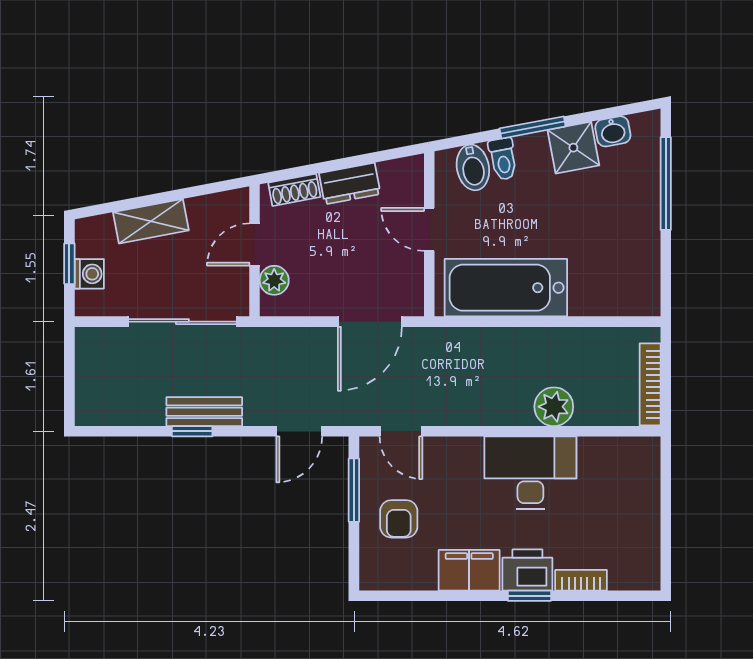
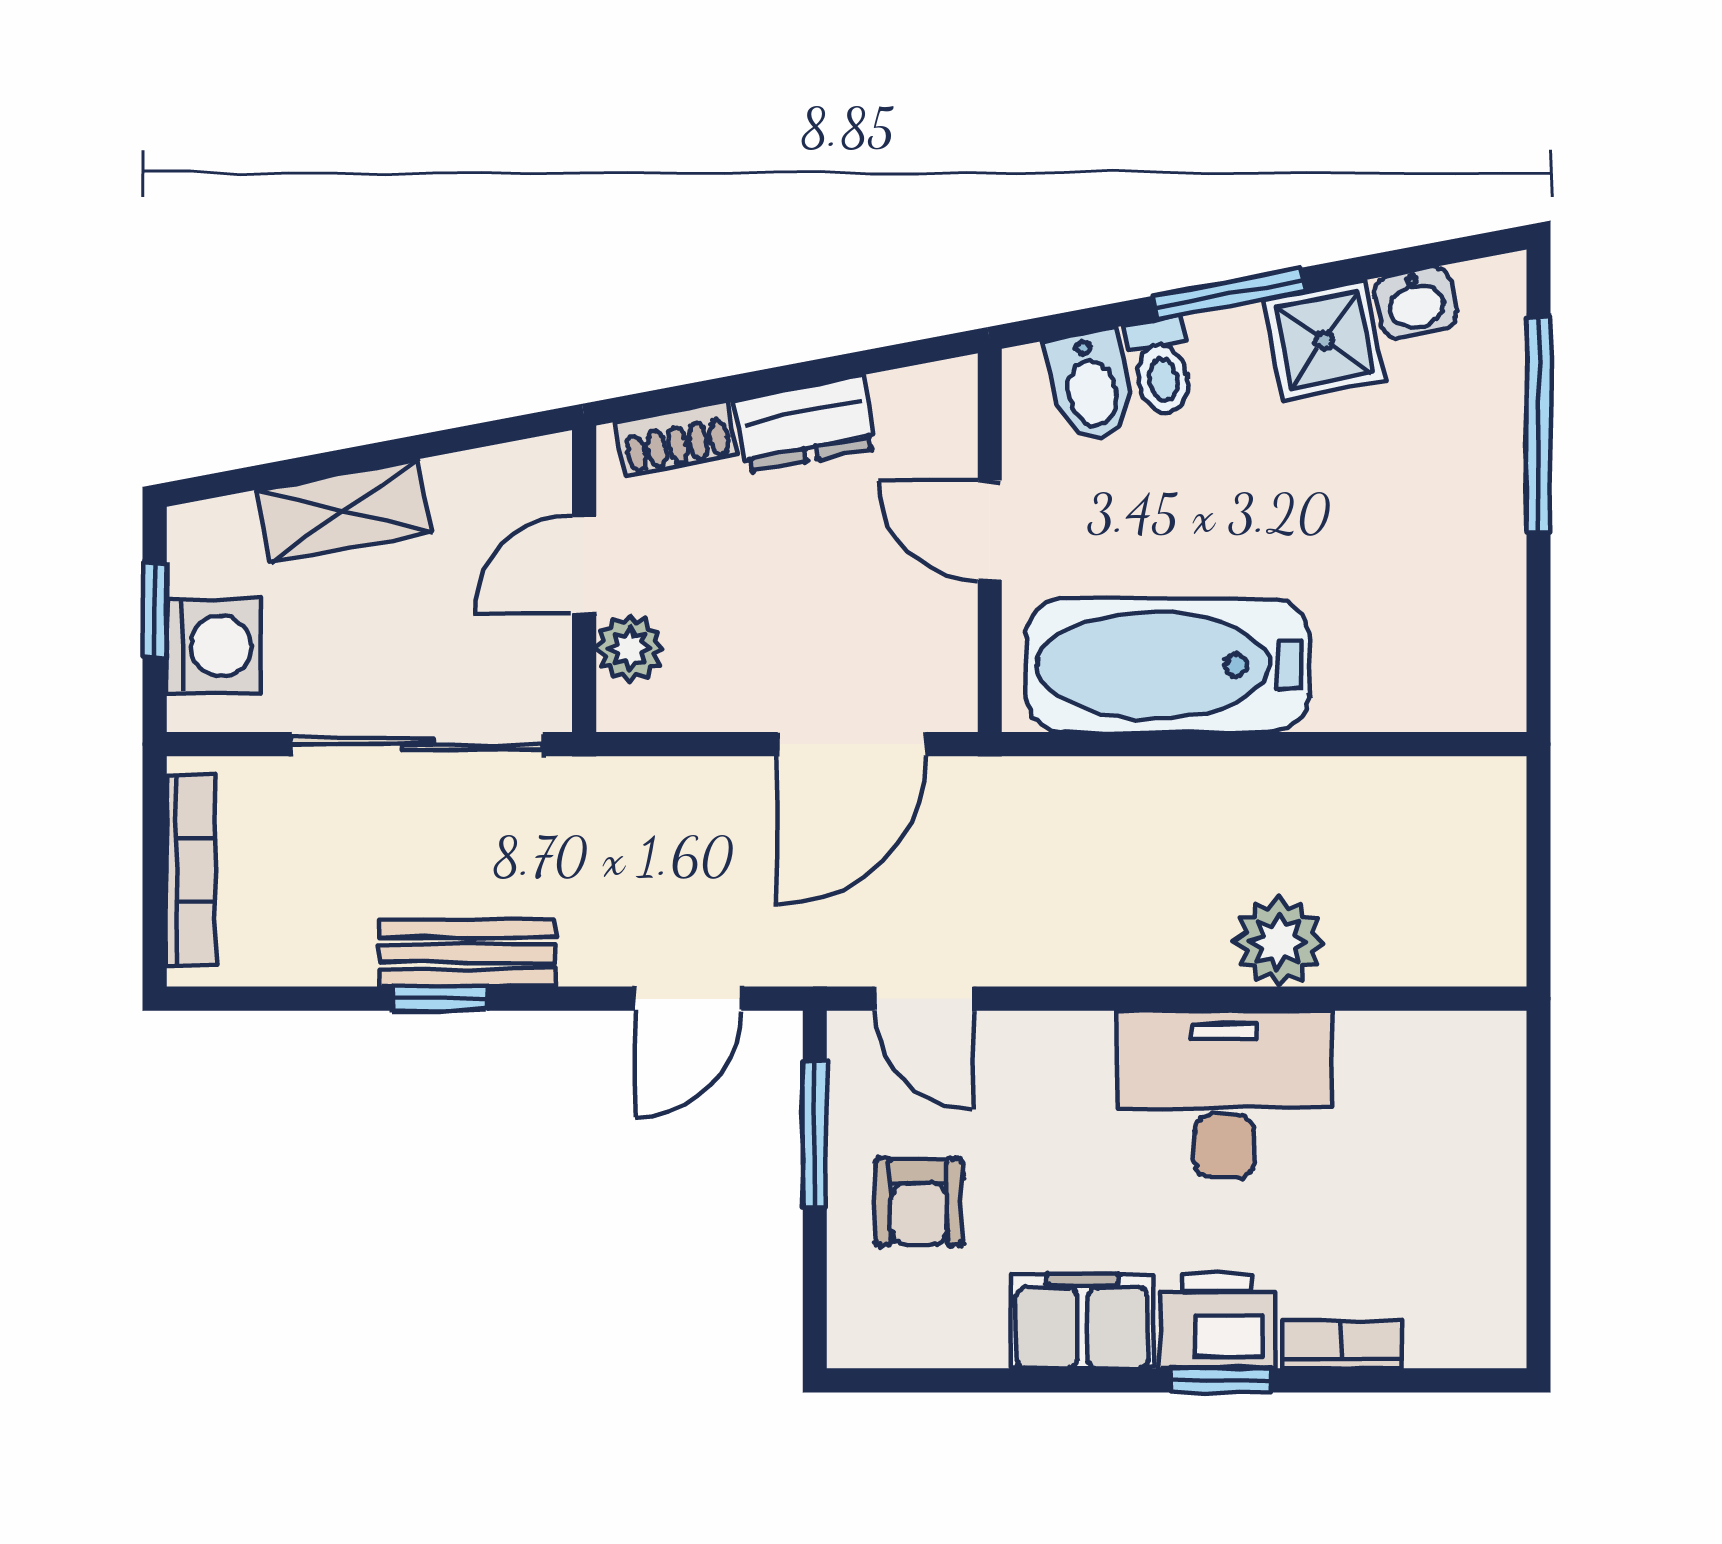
washing machine: (89, 274) -> (214, 646), width x1.38, depth x1.38
bookcase: (650, 384) -> (191, 870), moved, turned 180

